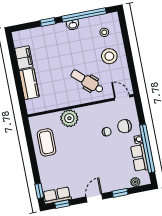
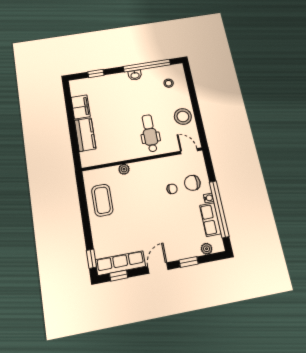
window: (48, 22) -> (96, 74), moved
stool: (109, 56) -> (183, 116), moved
dental chair: (87, 81) -> (150, 133), turned 48
plant: (69, 118) -> (124, 169), width x0.53, depth x0.53
row of seats: (57, 195) -> (120, 263), width x1.48

